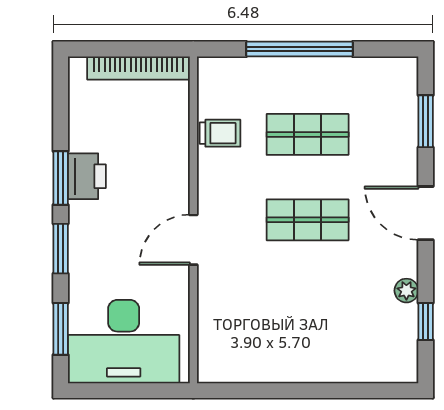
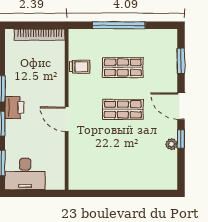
printer: (87, 176) -> (14, 108), moved
door: (193, 240) -> (67, 119), hinge flipped
window: (426, 321) -> (181, 139), moved
desk: (124, 342) -> (25, 174), width x0.73, depth x0.77

